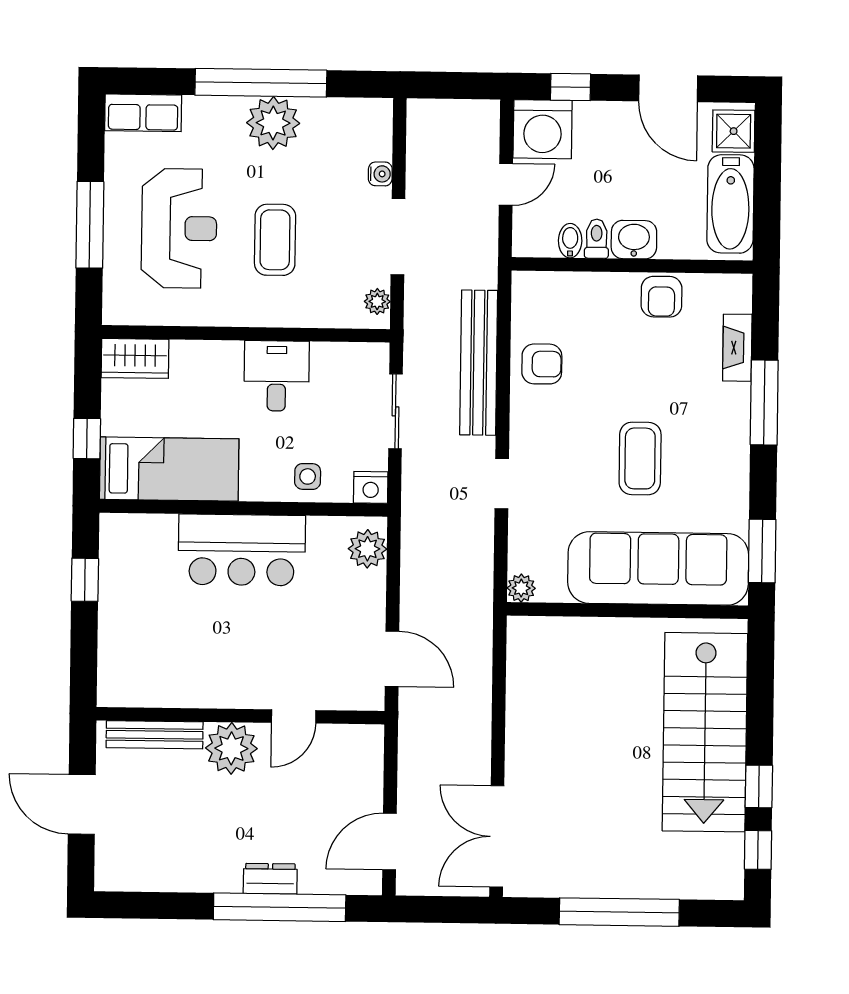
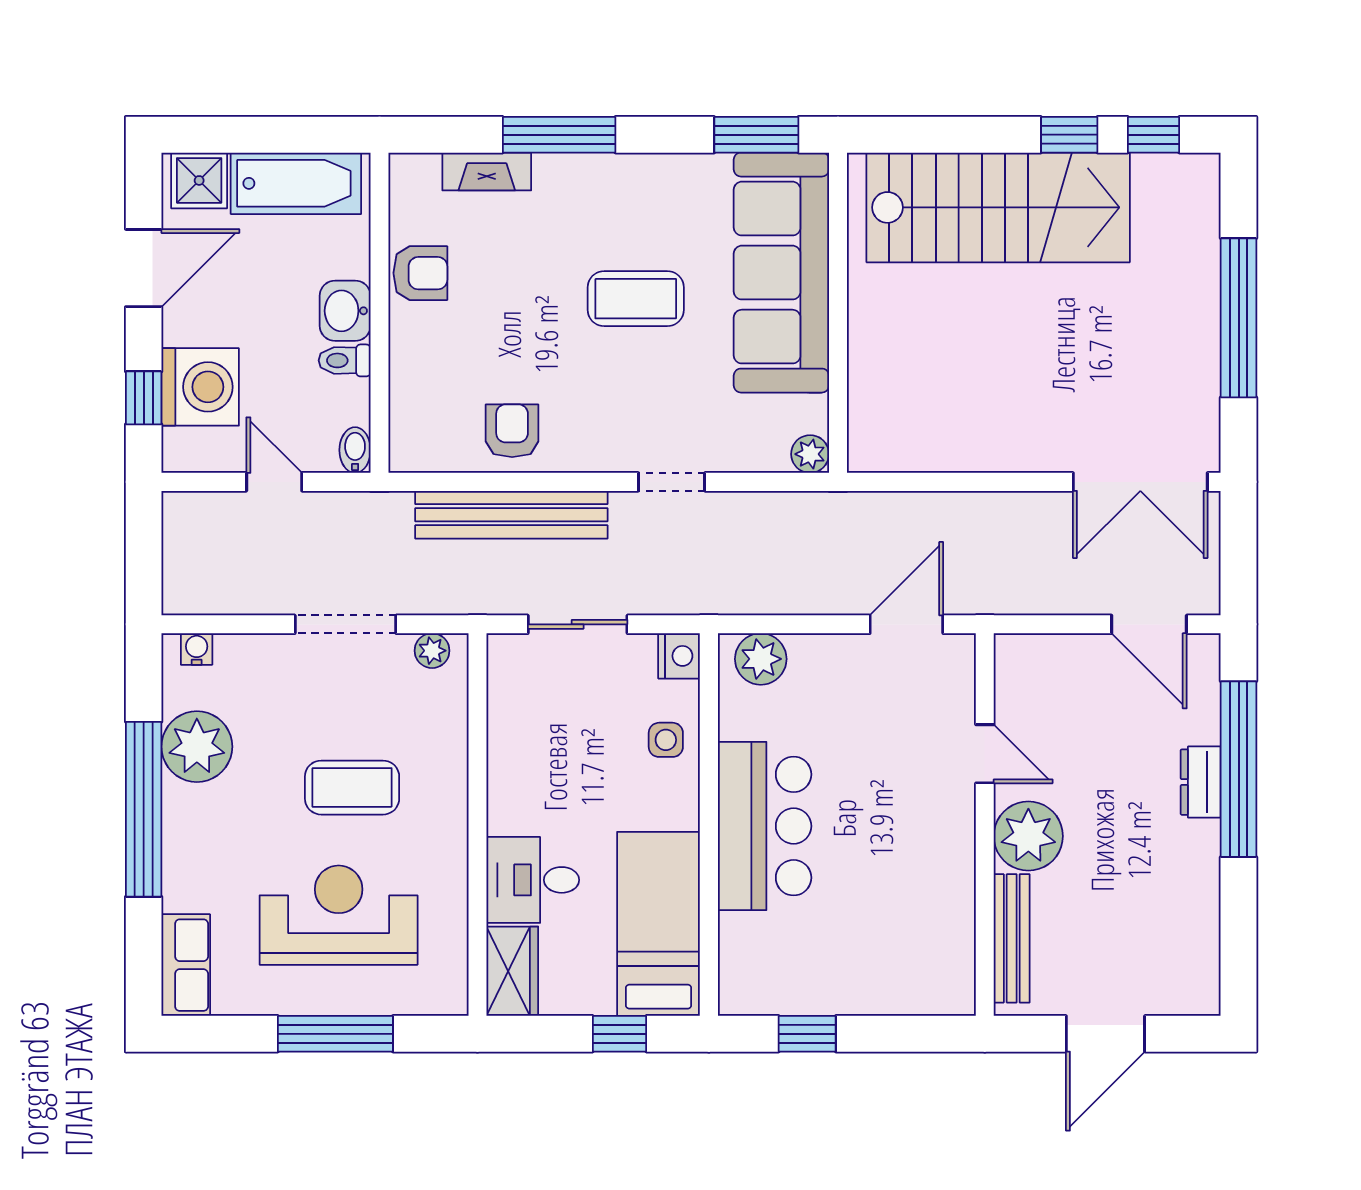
plant: (273, 123) -> (197, 747), moved
washing machine: (543, 129) -> (200, 387), moved
water cooler: (380, 174) -> (197, 649), moved
bidet: (570, 241) -> (355, 450), moved, turned 90
desk: (277, 376) -> (533, 880), moved

